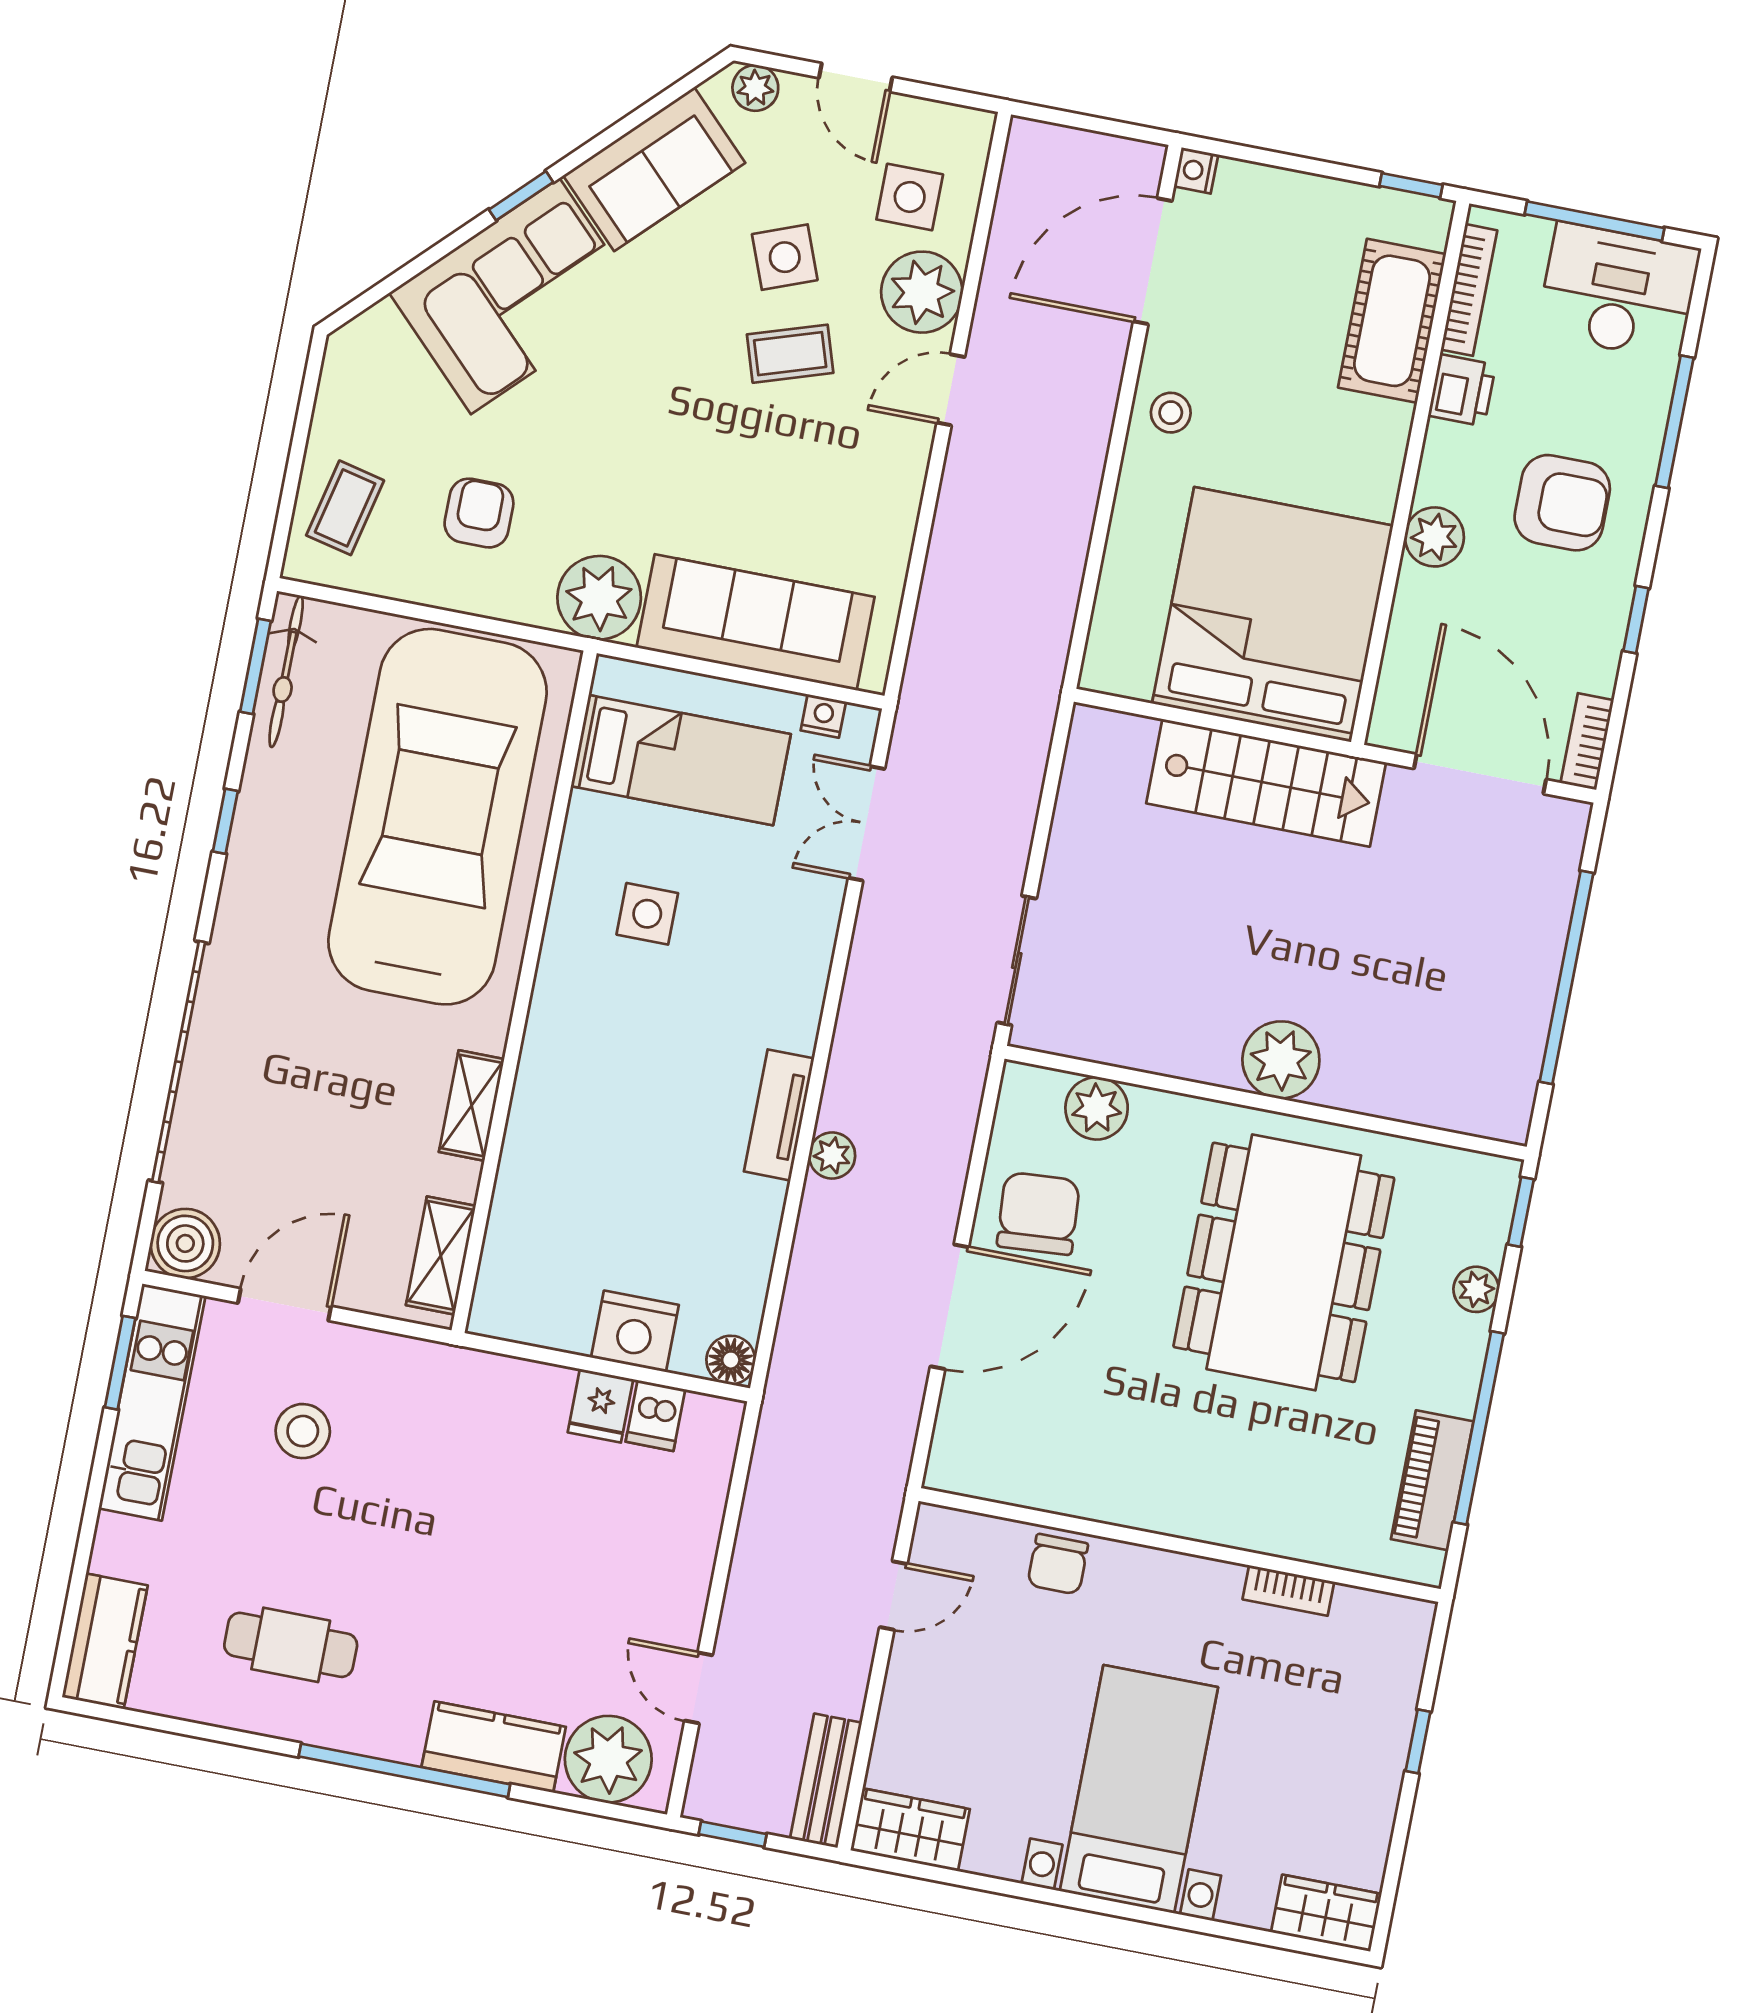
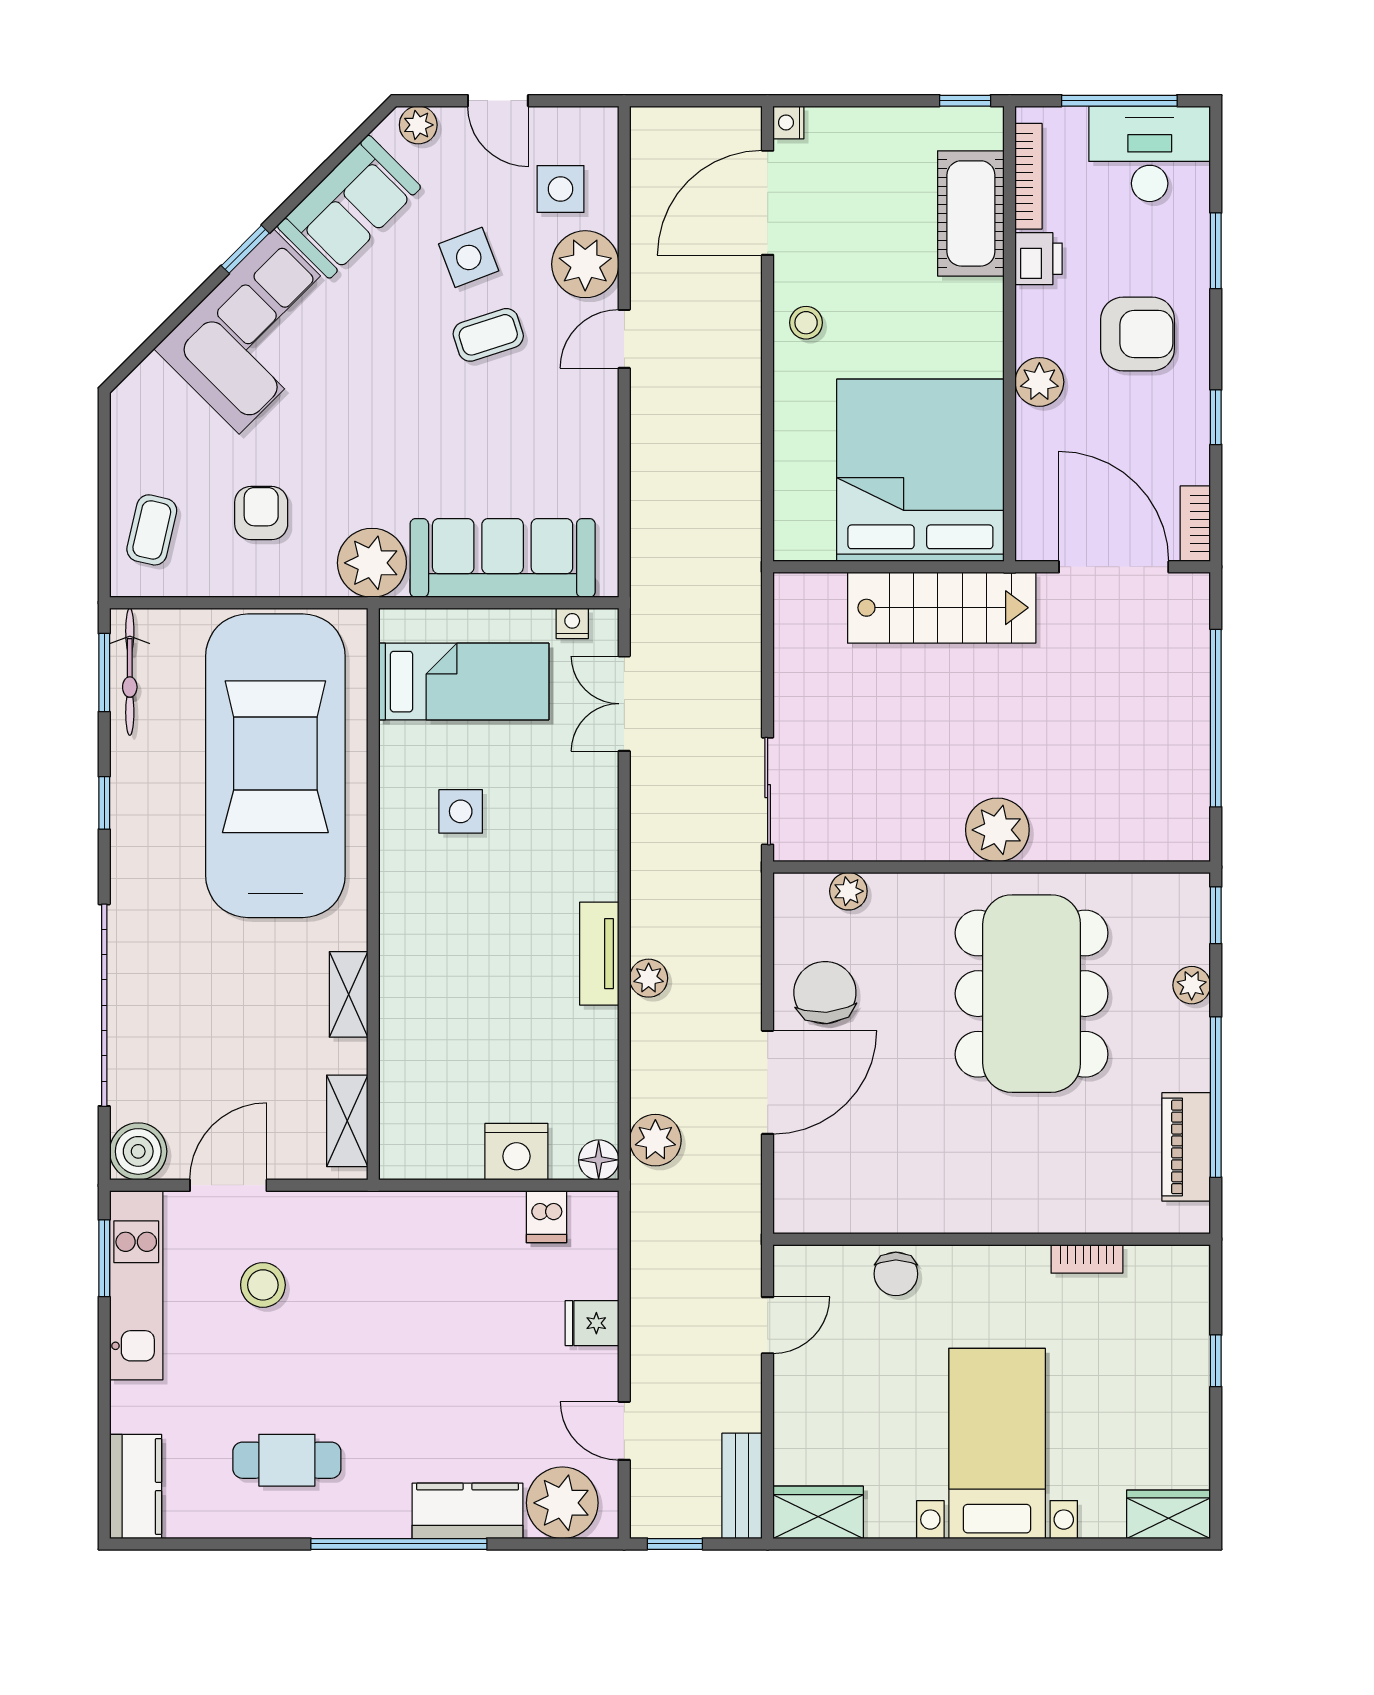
window: (1674, 422) -> (1216, 251), width x0.69
plant: (1097, 1108) -> (848, 891), width x0.73, depth x0.73
plant: (803, 1350) -> (655, 1140), added
fridge: (600, 1406) -> (592, 1323), moved, turned 90

